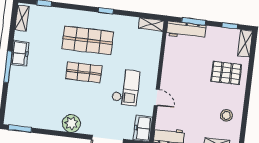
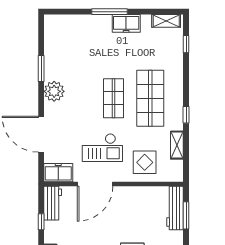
shelving: (151, 24) -> (177, 145), moved
display table: (143, 52) -> (145, 162), added
door: (157, 97) -> (95, 184), width x1.88
window: (20, 129) -> (41, 68), moved

